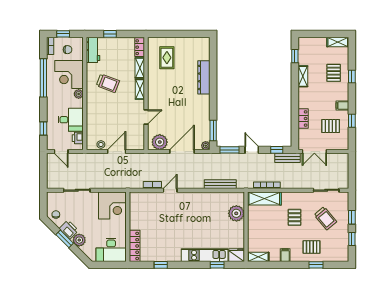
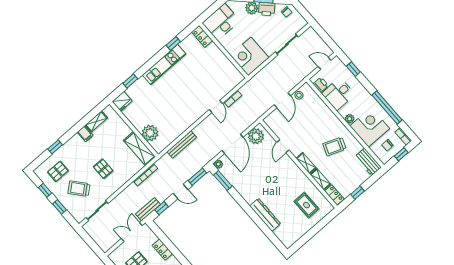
window: (110, 34) -> (358, 193), moved
shelving: (264, 199) -> (140, 149), moved, turned 90
locker: (135, 246) -> (202, 36), width x0.66
pallet: (312, 247) -> (58, 171), moved
kitchen unit: (205, 255) -> (164, 65), moved
shelving: (258, 257) -> (96, 121), moved

